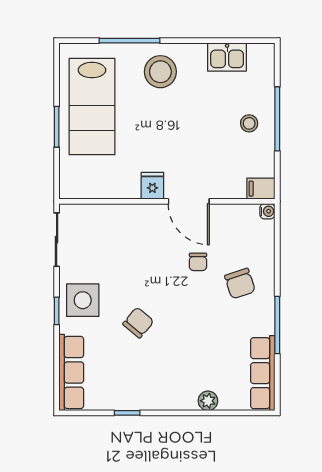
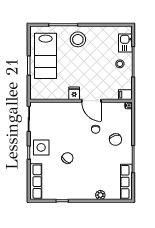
kitchen sink: (227, 57) -> (125, 43), moved, turned 90

